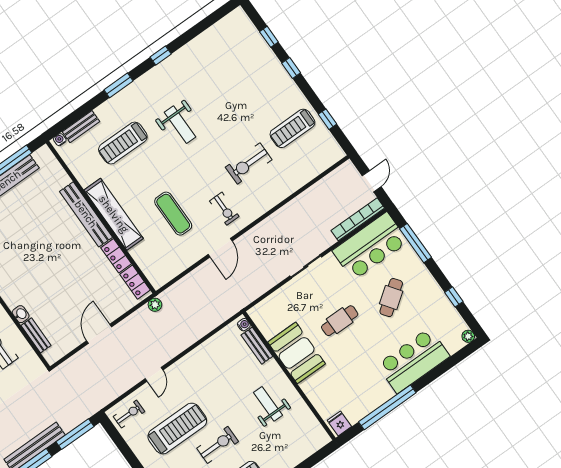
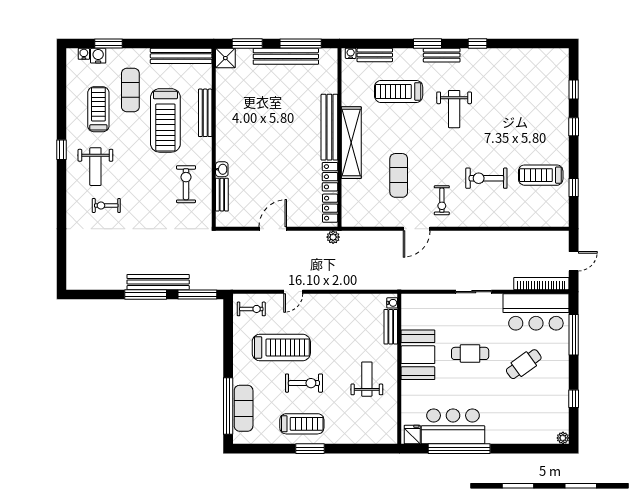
bench: (137, 87) -> (442, 55), added
bar counter: (413, 361) -> (453, 426), moved

